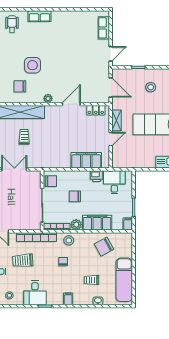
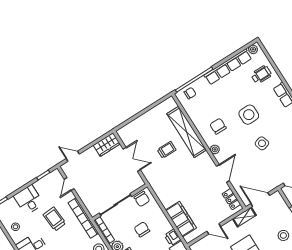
side table: (67, 58) -> (262, 143), added
side table: (33, 65) -> (249, 115), moved
chair: (20, 86) -> (218, 126), moved
door: (111, 87) -> (260, 199), swing flipped
door: (71, 104) -> (223, 174), hinge flipped
shelving: (116, 120) -> (244, 217), moved

